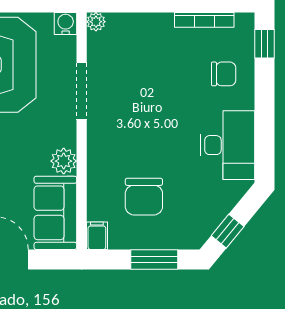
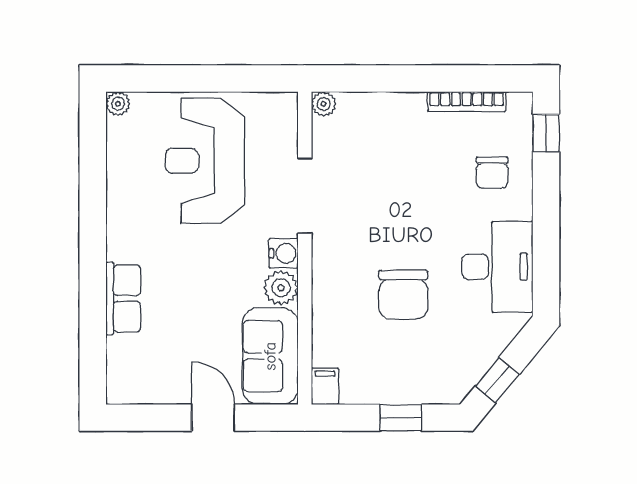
water cooler: (66, 23) -> (284, 253), moved, turned 90
chair: (224, 74) -> (492, 173), turned 90
chair: (144, 197) -> (403, 295), moved
window: (154, 259) -> (401, 418), width x0.67

